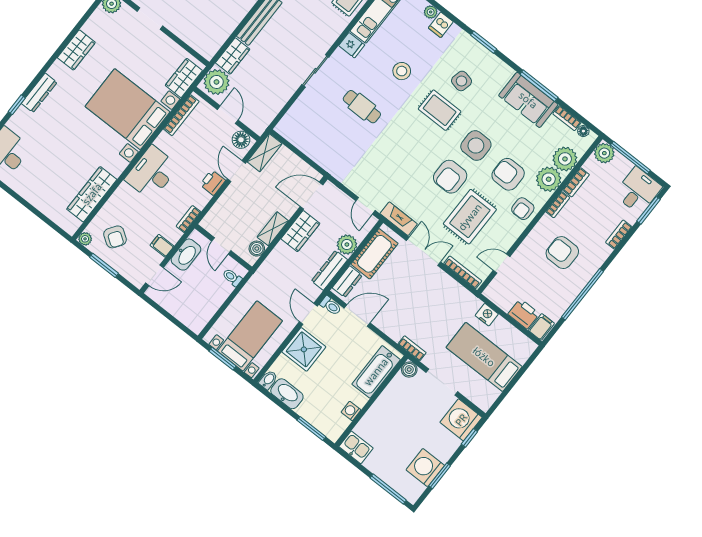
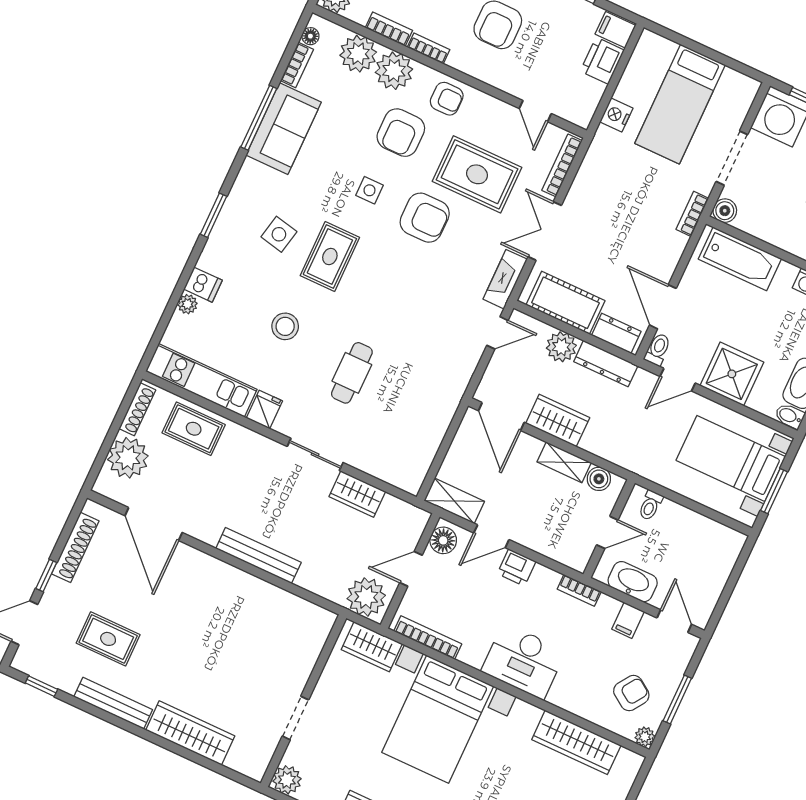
wardrobe: (233, 56) -> (357, 494), moved, turned 180
side table: (476, 146) -> (369, 190), width x0.54, depth x0.54

